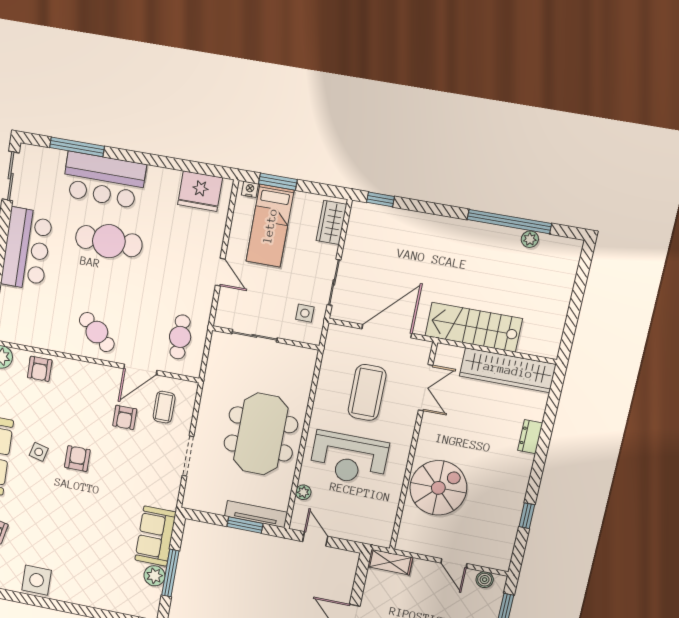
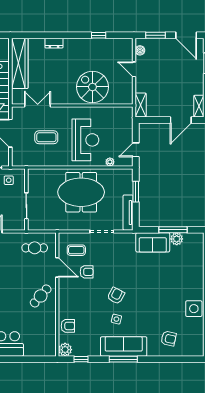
coffee table: (367, 392) -> (46, 137), width x0.73, depth x0.76
armchair: (77, 459) -> (116, 296), turned 118
tv unit: (256, 514) -> (128, 213), moved
door: (454, 563) -> (134, 69), swing flipped

